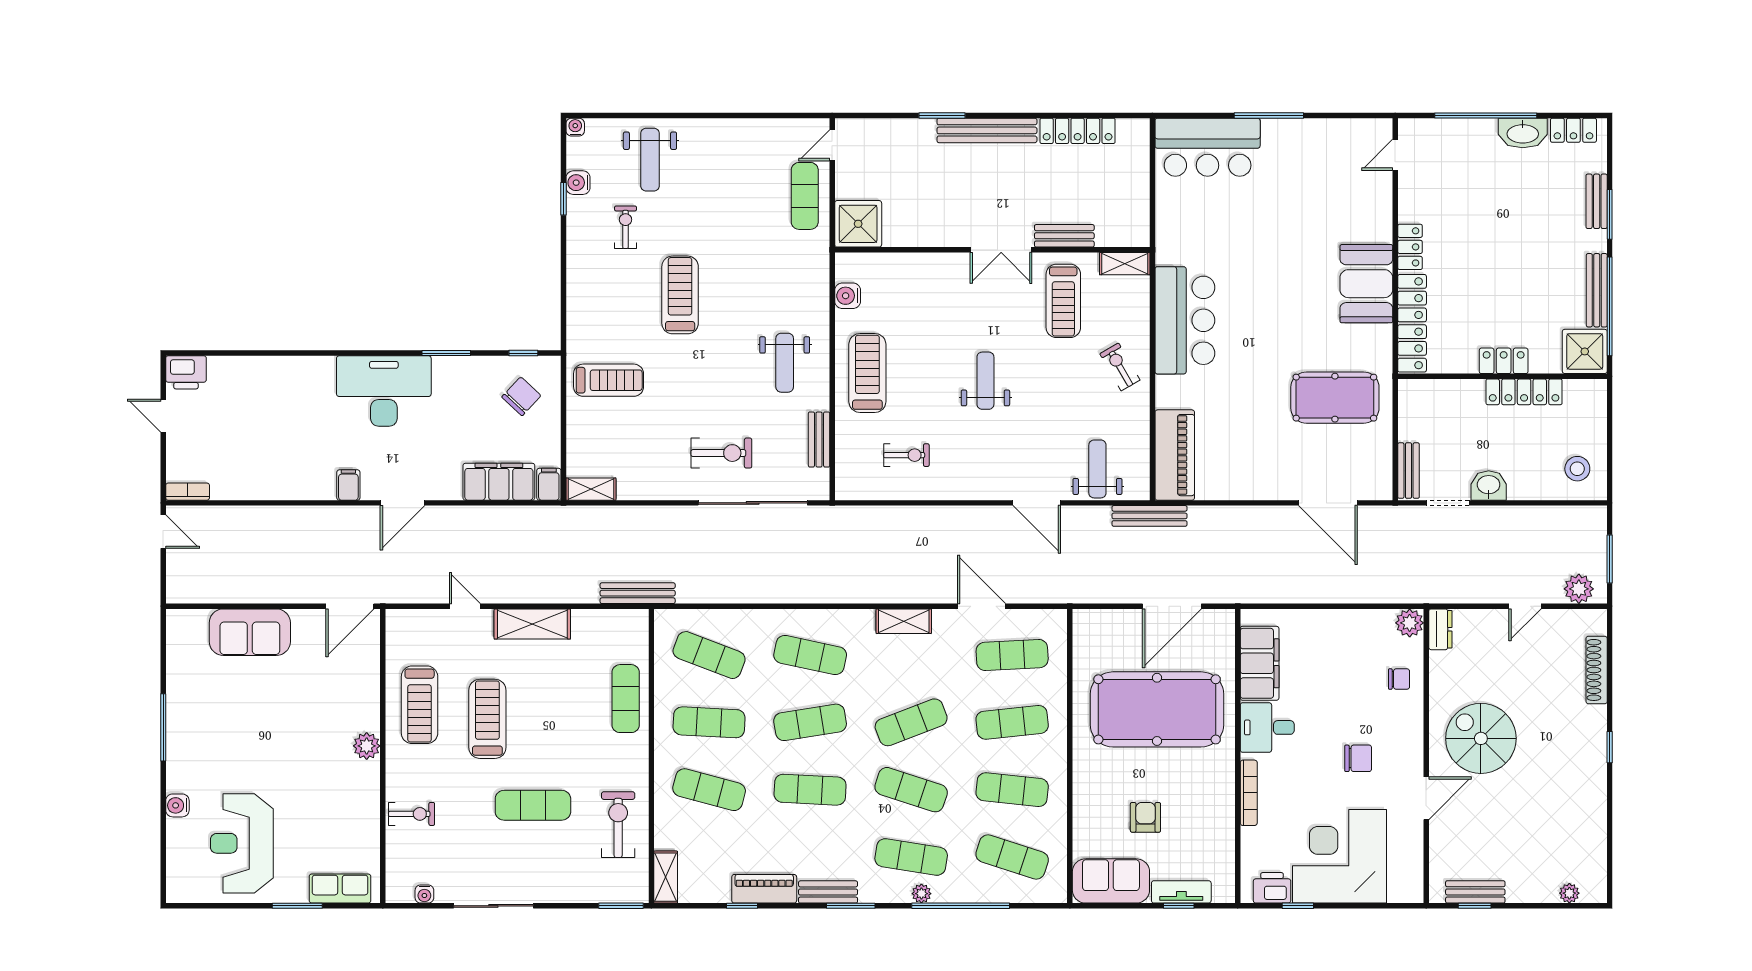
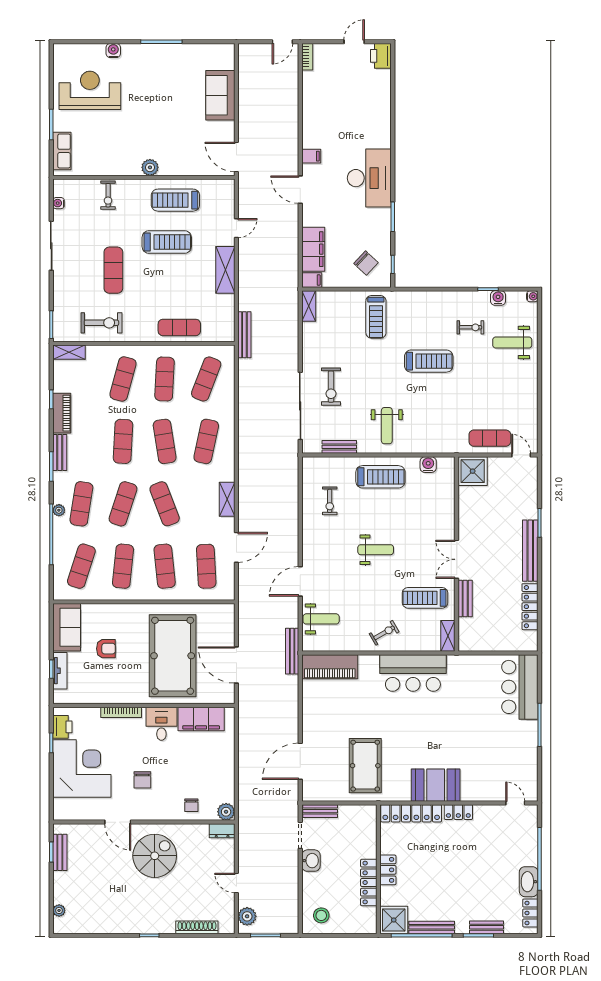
weight bench: (785, 363) -> (387, 426), turned -90

